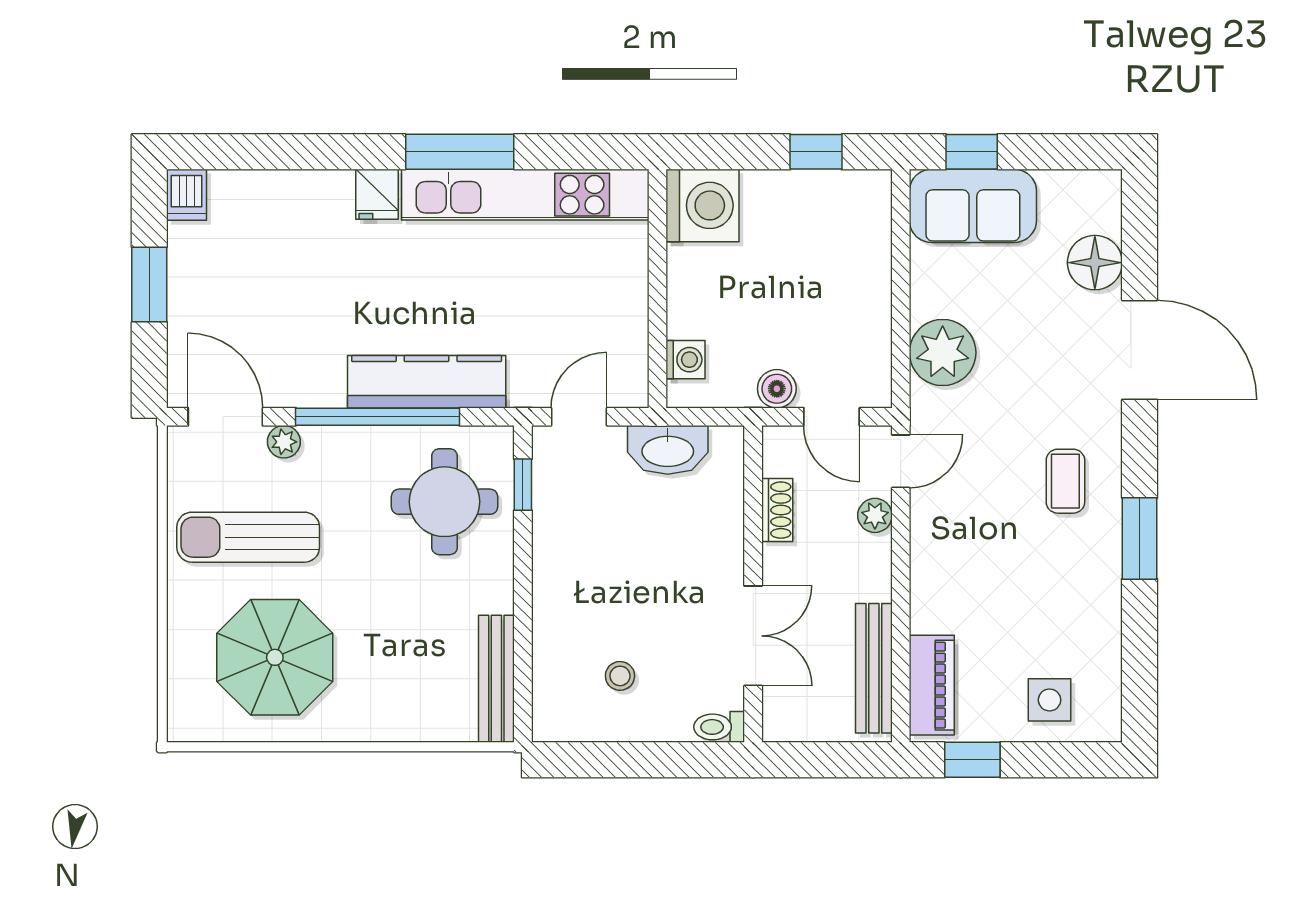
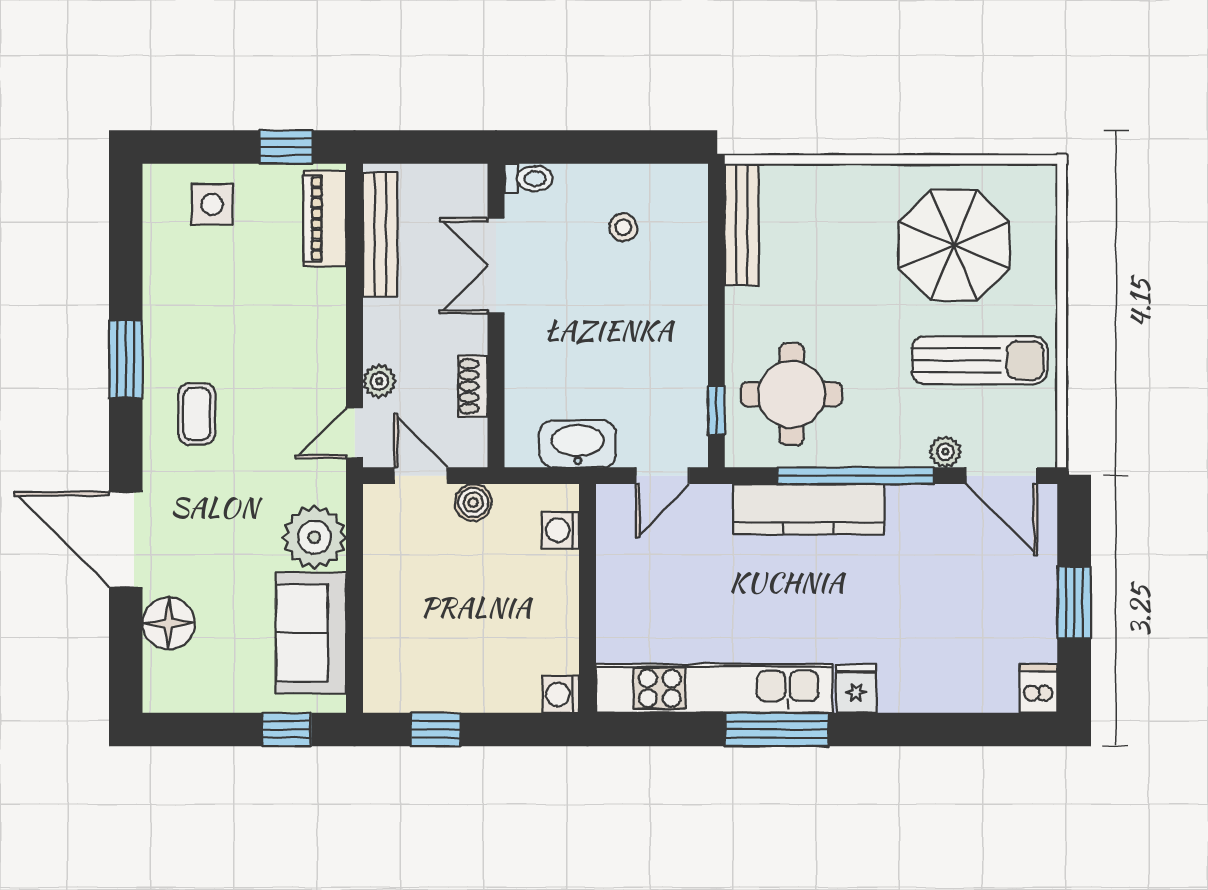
washing machine: (703, 205) -> (561, 694), width x0.53, depth x0.53
sofa: (973, 206) -> (311, 633), moved, turned -90

